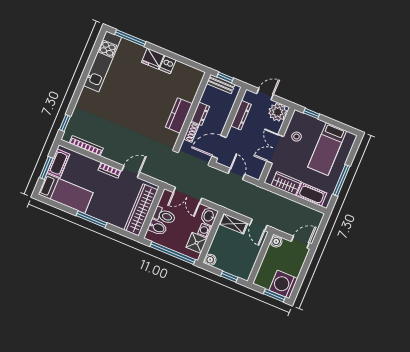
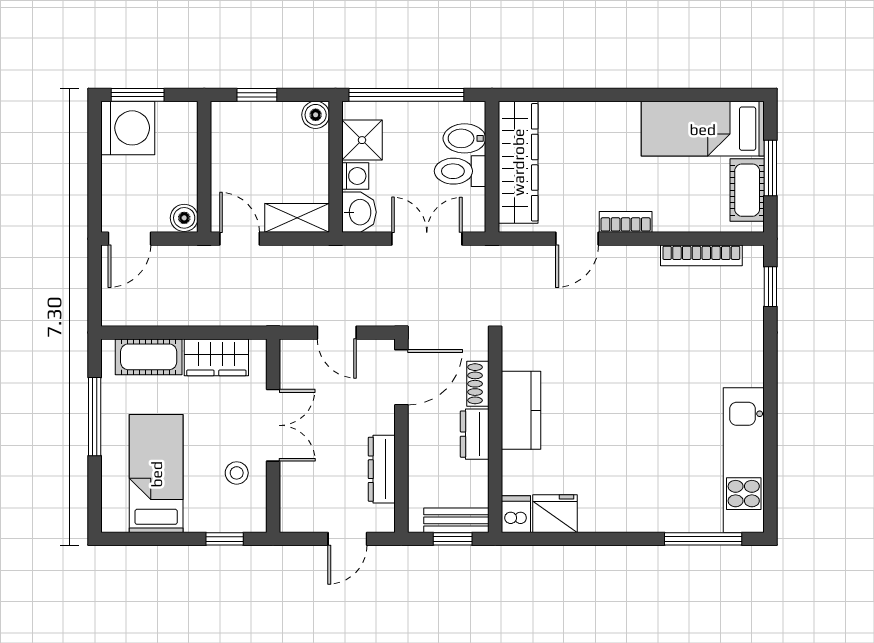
fridge: (153, 59) -> (555, 514), moved
dishwasher: (168, 65) -> (516, 514), moved
plant: (278, 112) -> (302, 510), removed
window: (92, 219) -> (620, 95), removed

